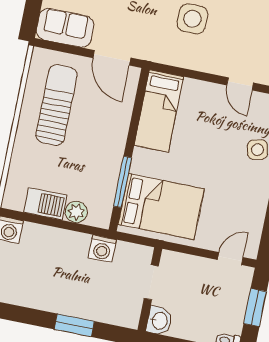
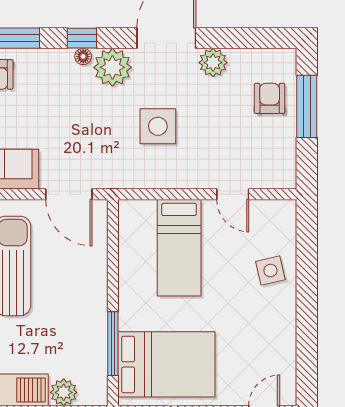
bed: (159, 111) -> (179, 248), moved

